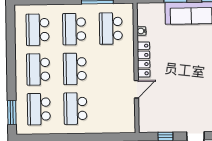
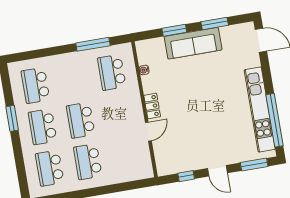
school desk: (74, 29) -> (74, 79), removed
locker: (144, 60) -> (152, 106), width x0.66
window: (12, 112) -> (12, 118), moved

